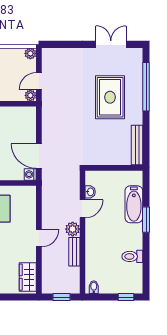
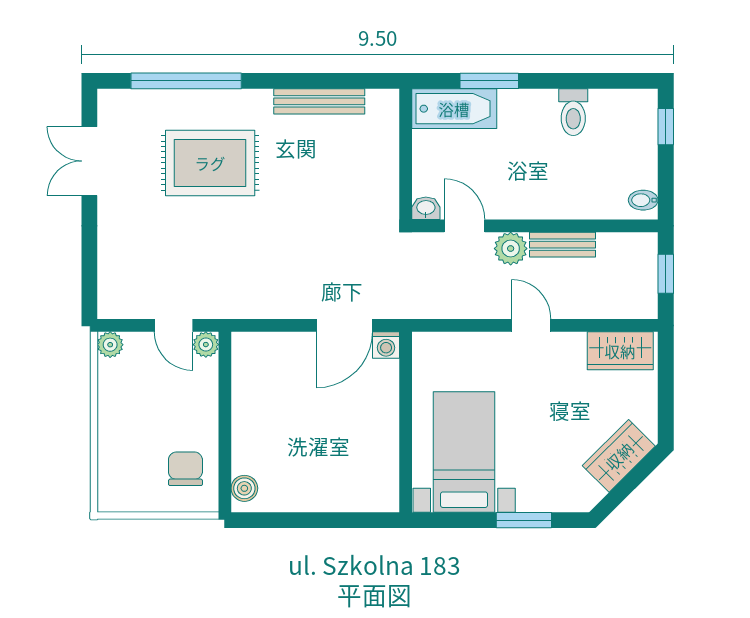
wall: (114, 168) -> (406, 154), moved

